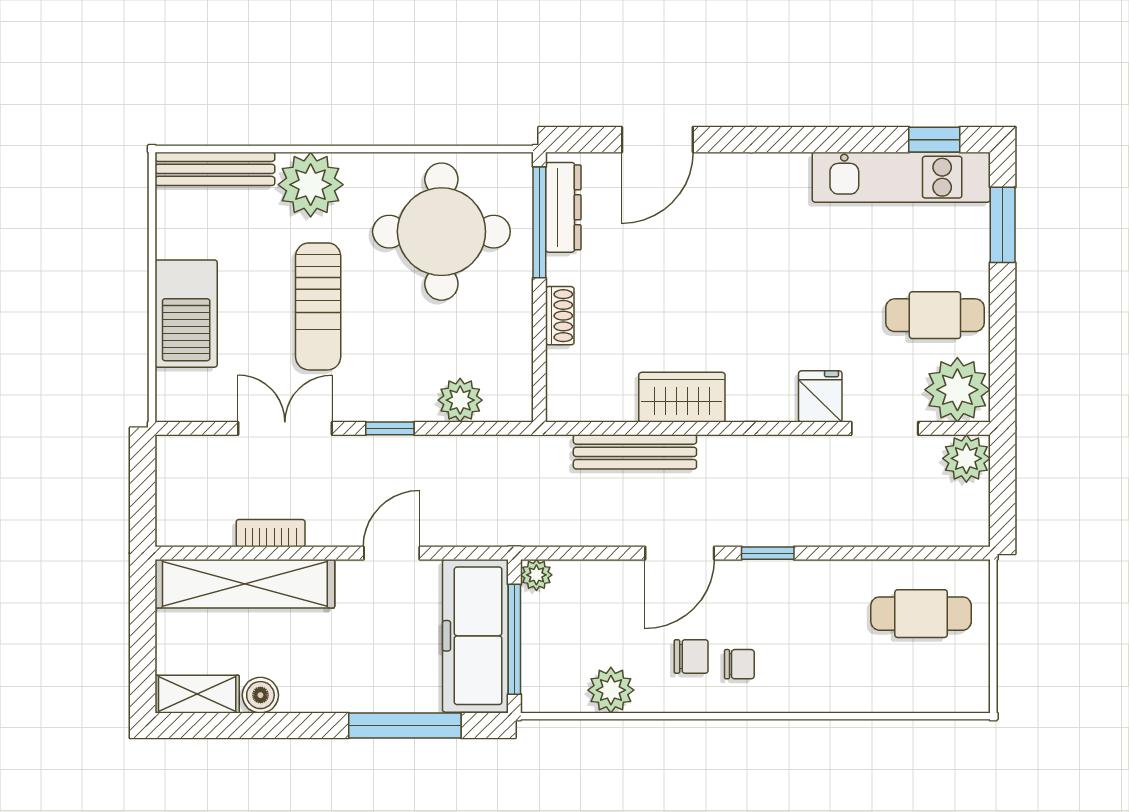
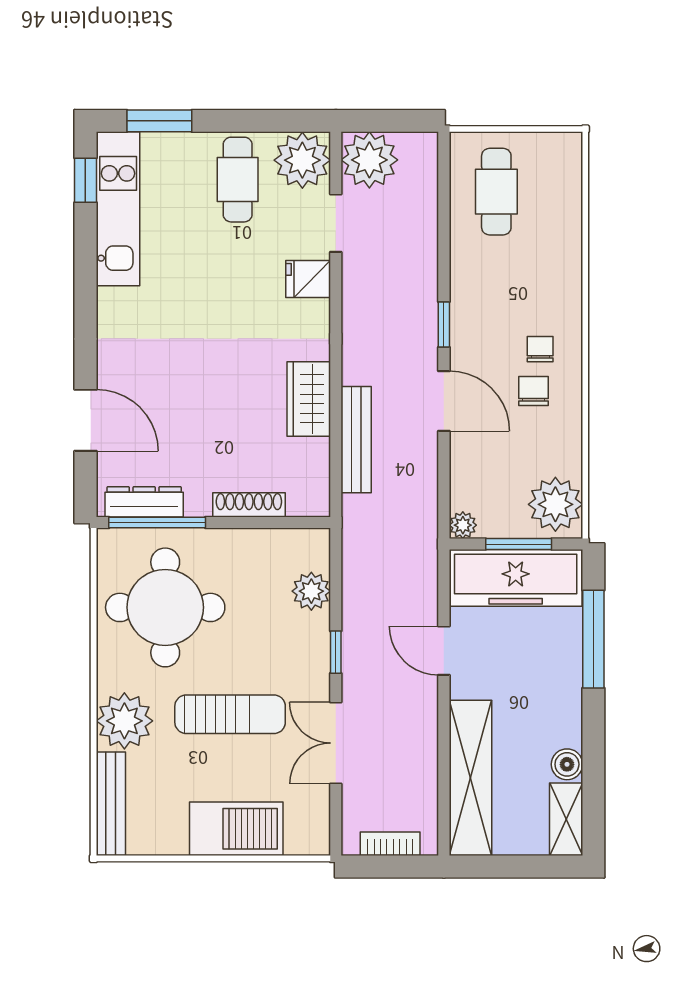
shoe rack: (560, 316) -> (249, 505), width x1.43
plant: (966, 458) -> (369, 160), width x1.36, depth x1.36
bookcase: (271, 533) -> (390, 844), moved, turned 90
window: (514, 639) -> (519, 544), width x0.69
plant: (611, 690) -> (555, 504), moved, width x1.36, depth x1.36

